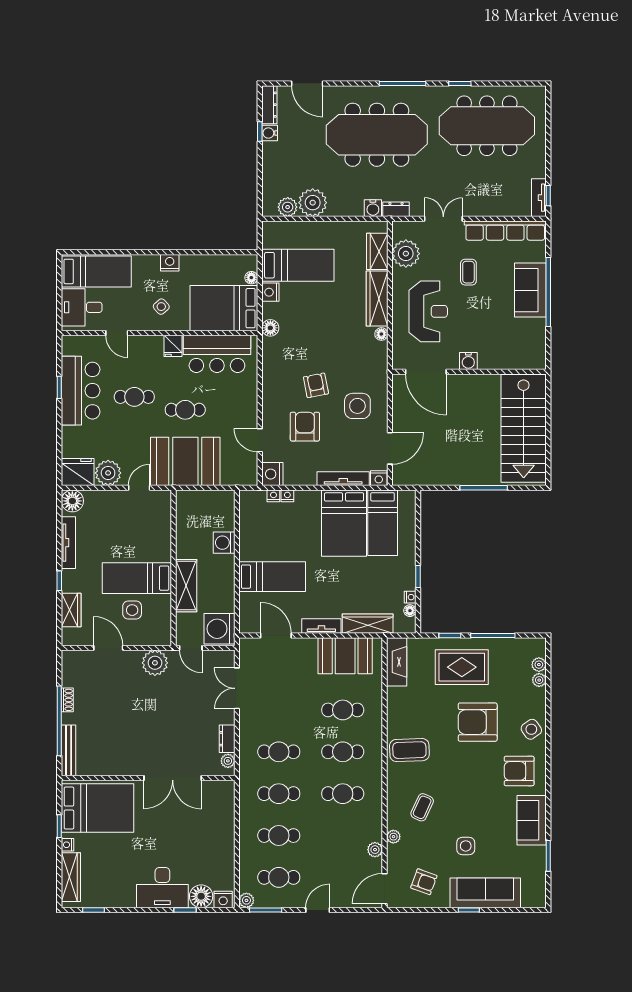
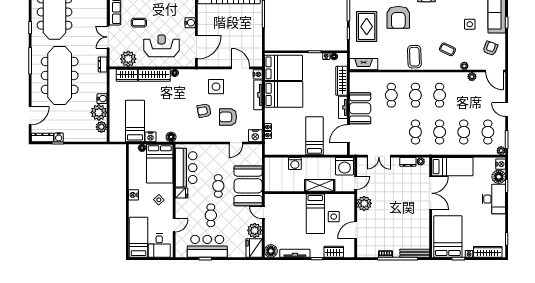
water cooler: (373, 208) -> (102, 99), moved
bed: (383, 523) -> (283, 68), width x1.50
booth: (345, 656) -> (360, 108), moved
bed: (219, 816) -> (452, 167), added

